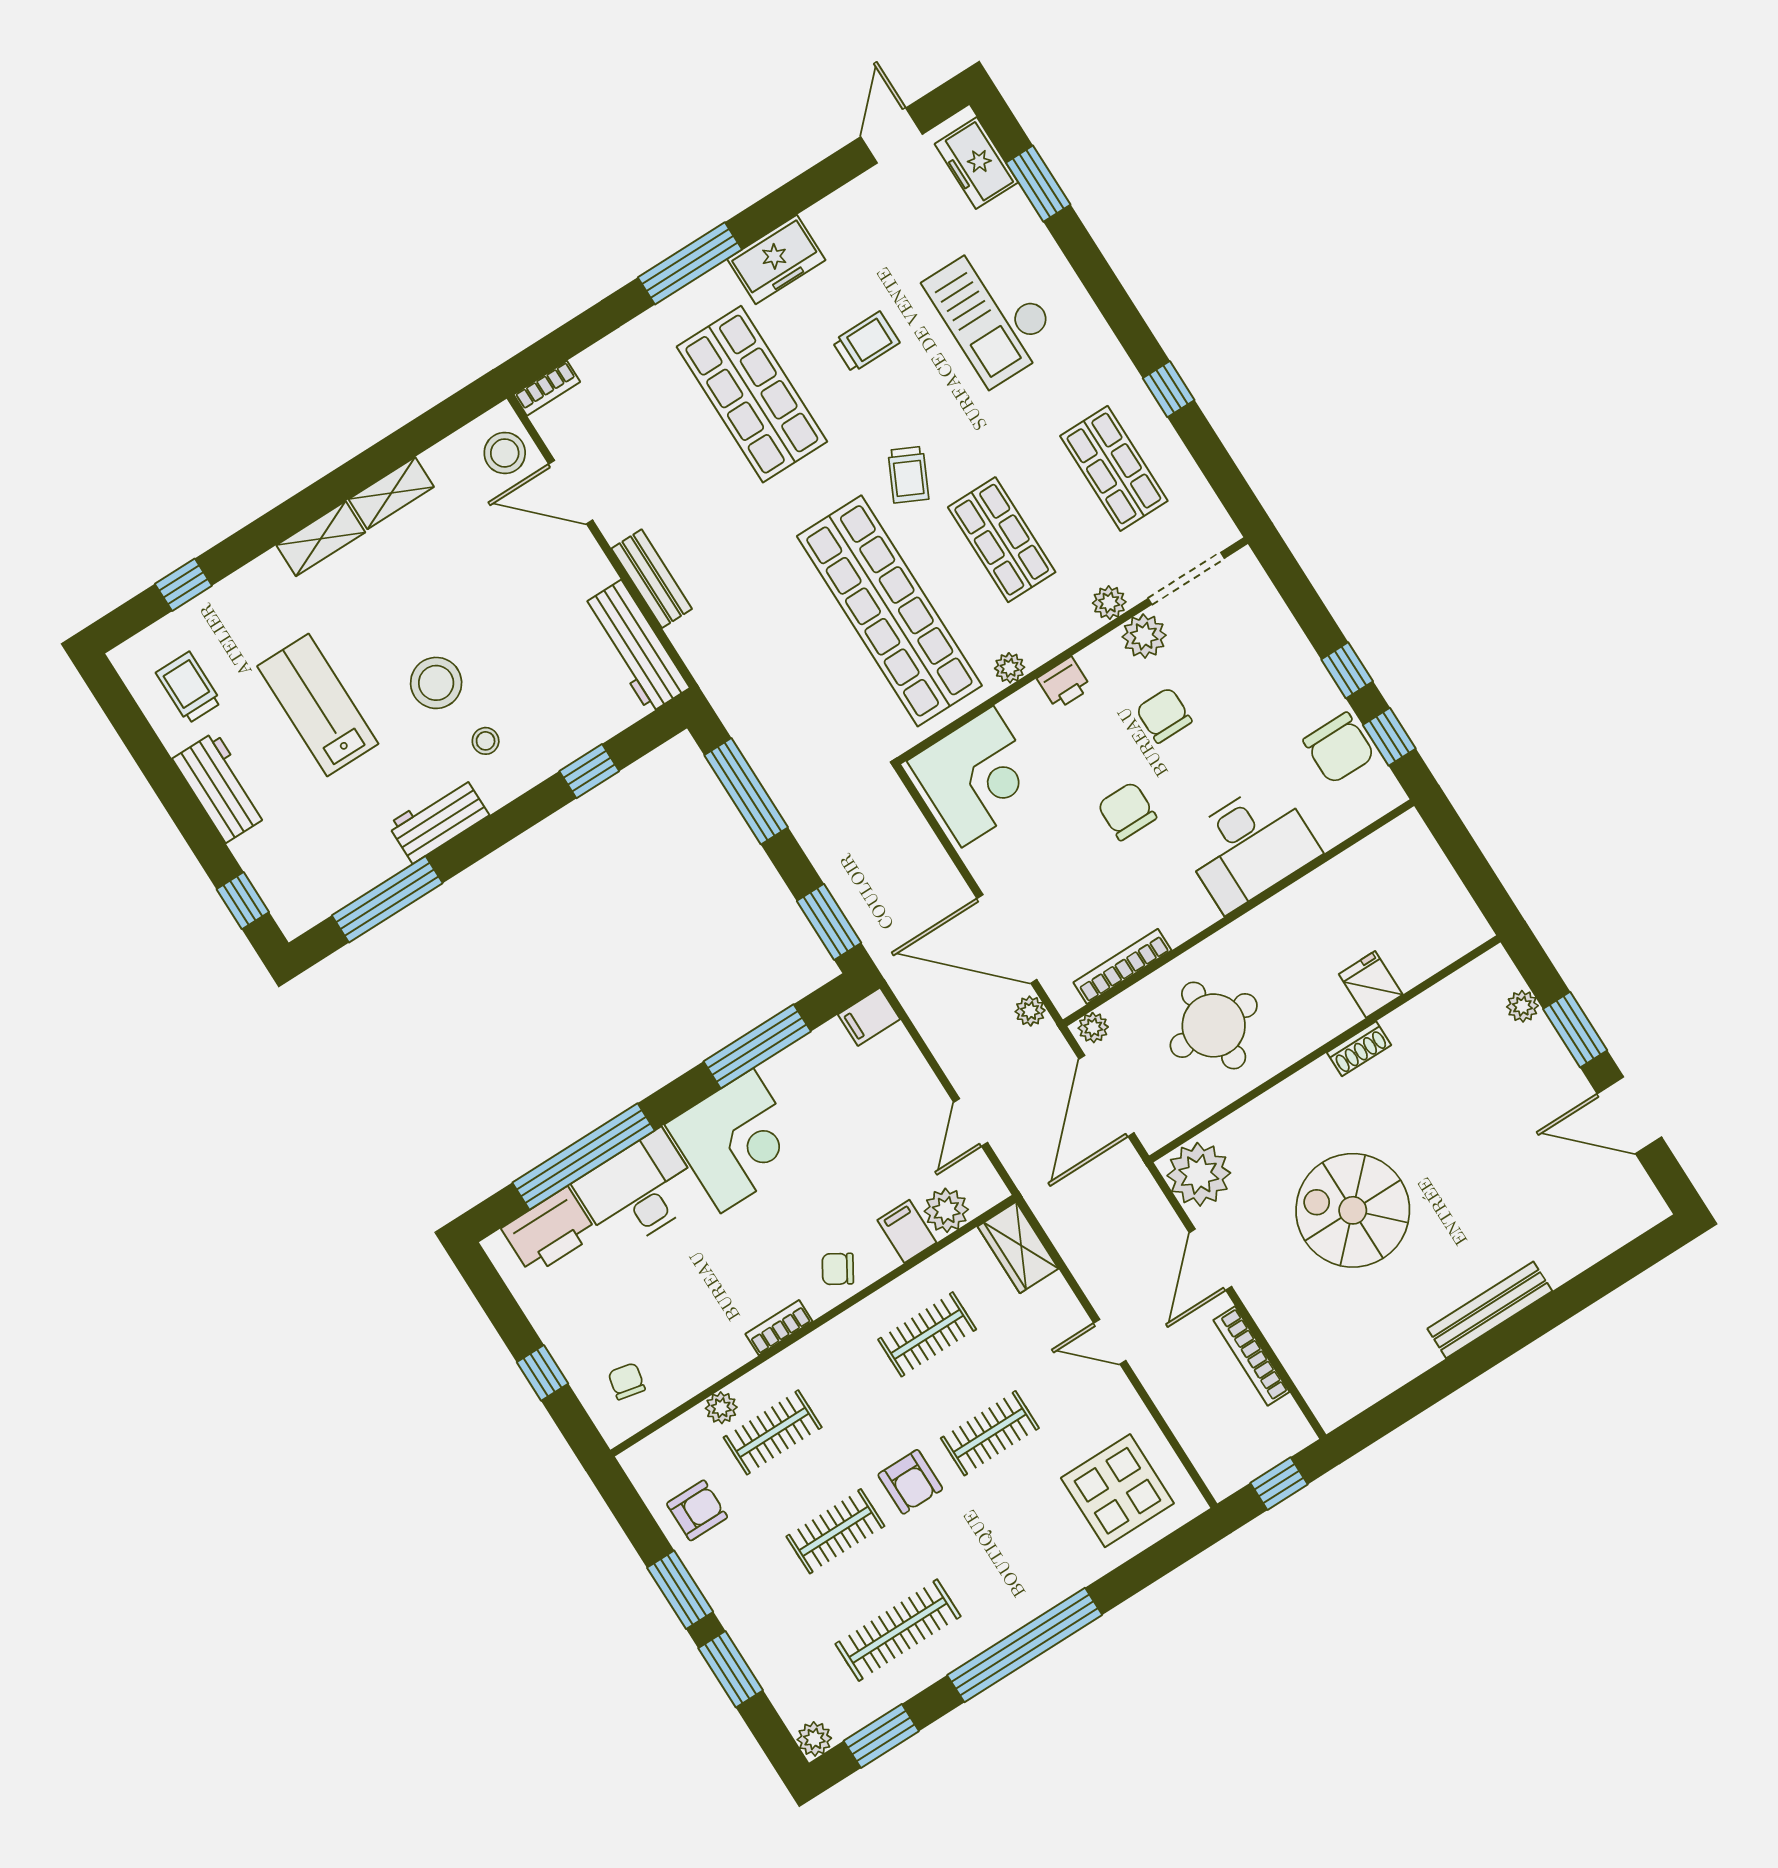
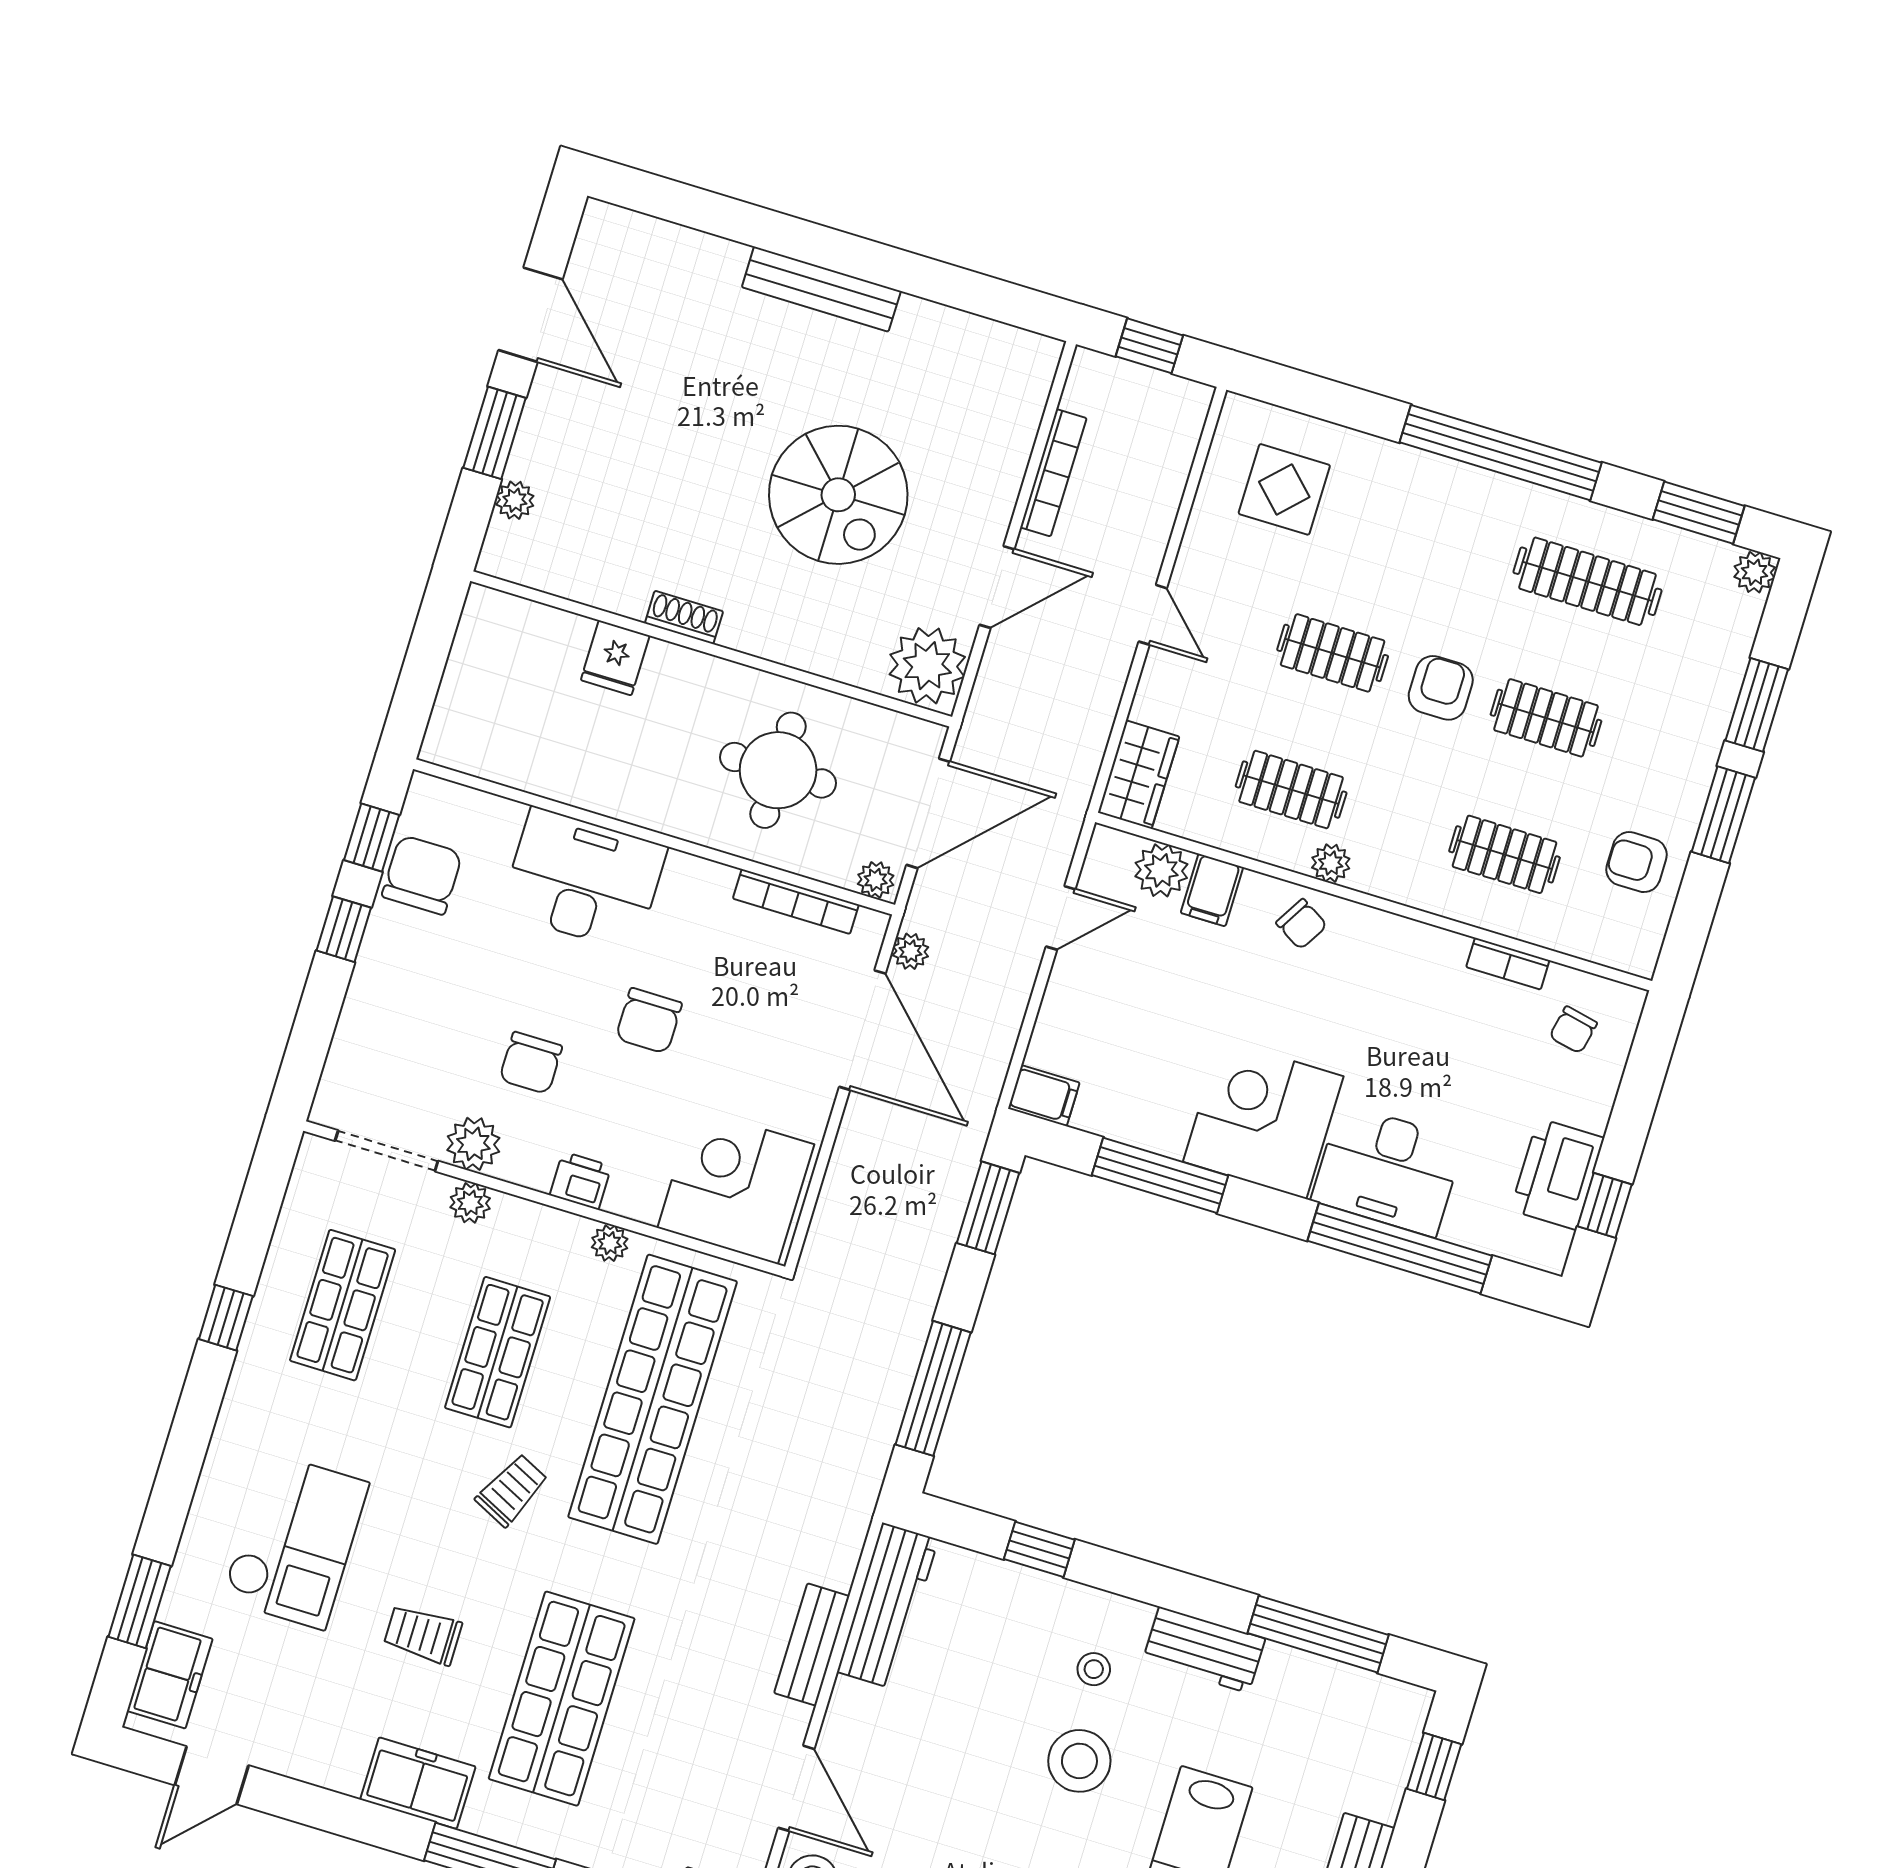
printer: (549, 1231) -> (1557, 1174), moved, turned -90
bookcase: (779, 1328) -> (1508, 964), moved
window: (543, 1373) -> (1605, 1205), moved
plant: (721, 1408) -> (1331, 863), moved
display table: (1117, 1491) -> (1284, 489), width x0.73, depth x0.73

